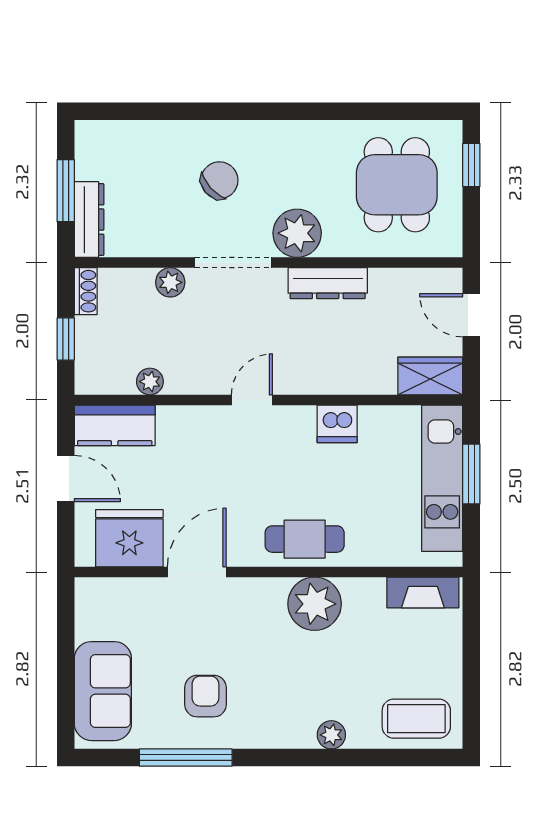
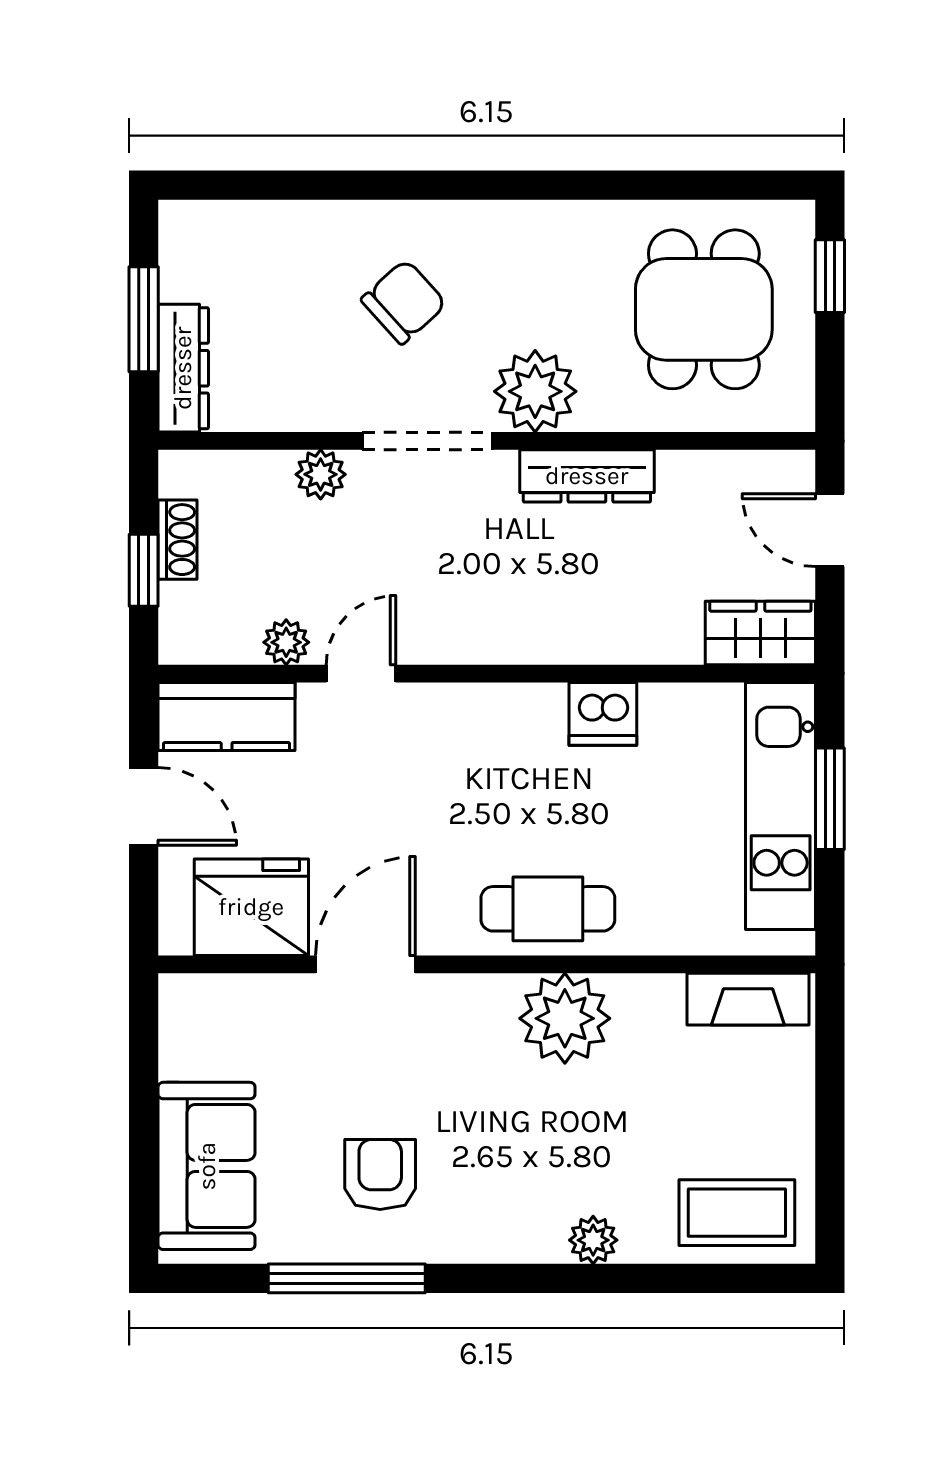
shoe rack: (86, 291) -> (178, 540), moved
door: (252, 400) -> (361, 674), moved

